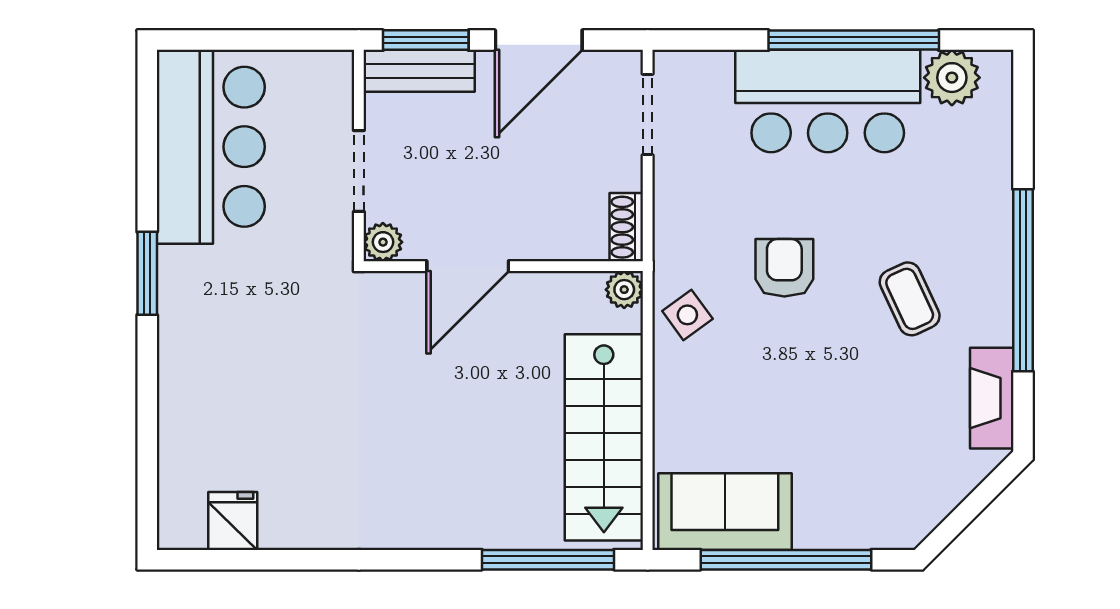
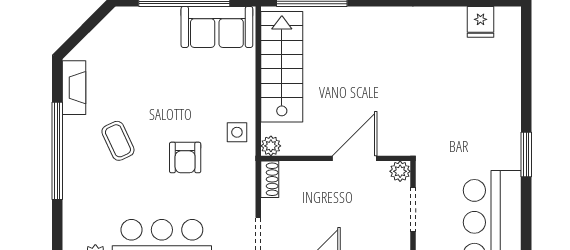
side table: (687, 315) -> (237, 132), turned 36

